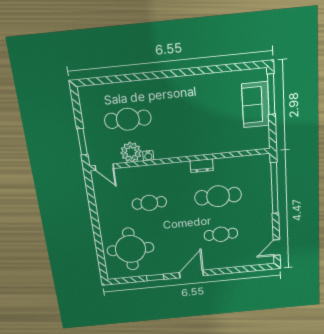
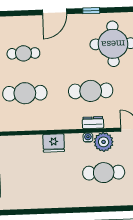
fridge: (185, 148) -> (54, 143), added
dresser: (202, 166) -> (93, 123), moved
cafe table: (149, 203) -> (91, 91), width x1.37, depth x1.35

